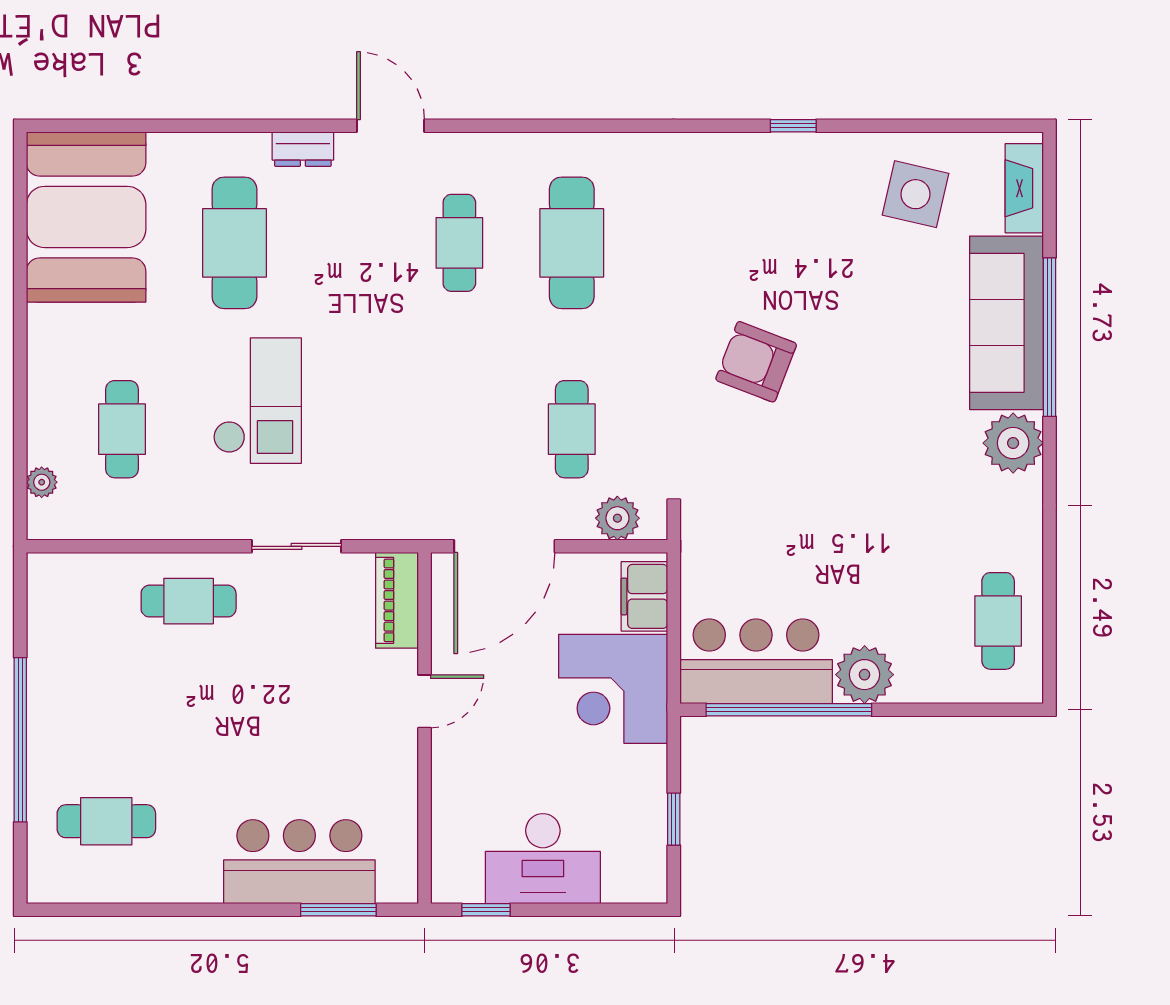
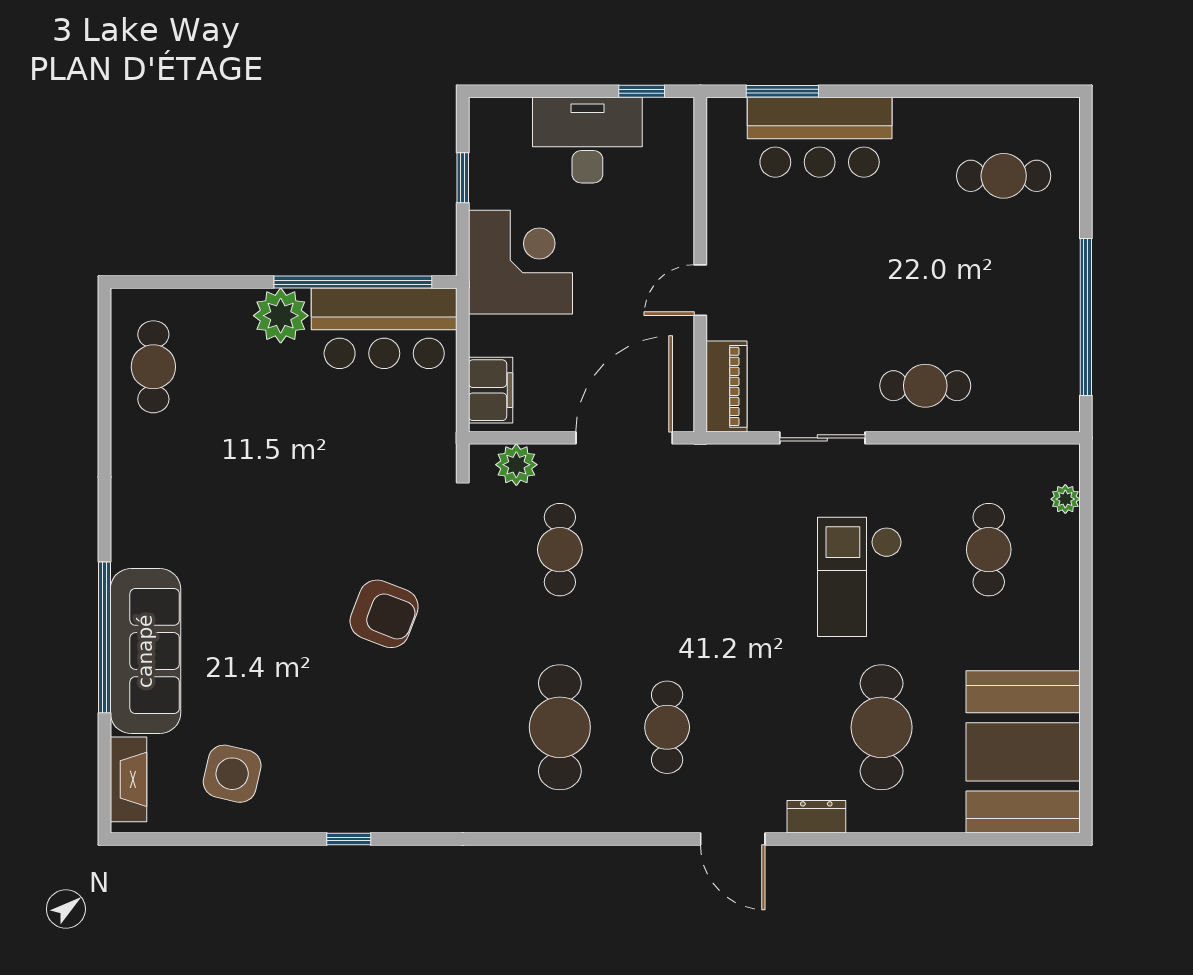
plant: (1013, 443) -> (139, 536), removed
corner desk: (613, 689) -> (521, 262), moved
window: (20, 740) -> (1086, 317), moved

